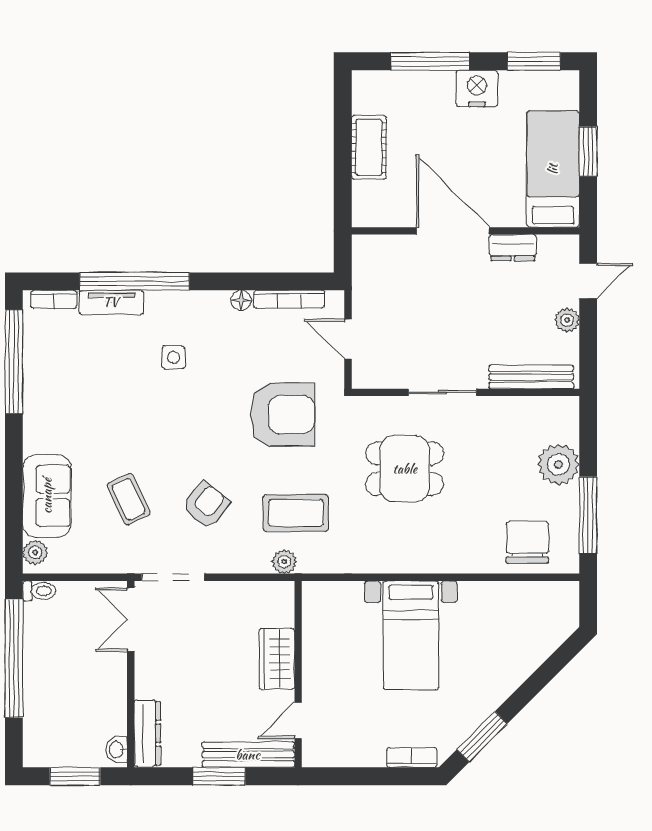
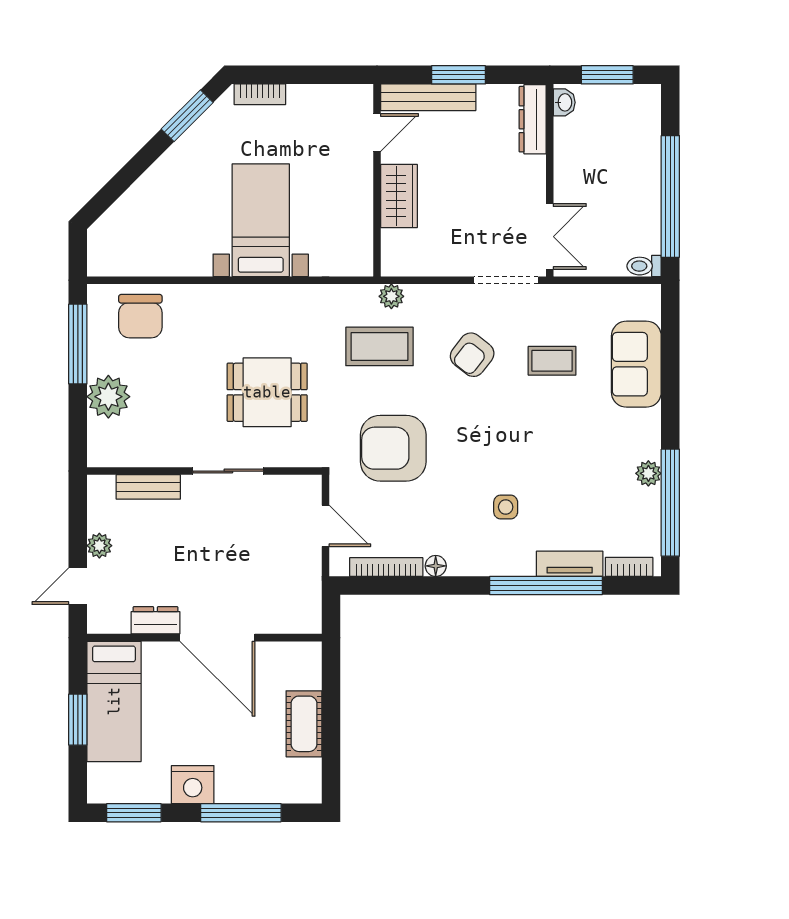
bench: (531, 377) -> (148, 487), width x0.73
coffee table: (129, 499) -> (552, 361), turned -65
plant: (35, 552) -> (648, 473), moved

